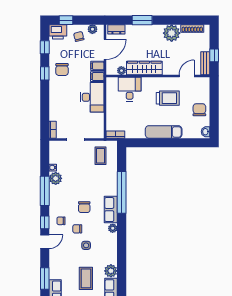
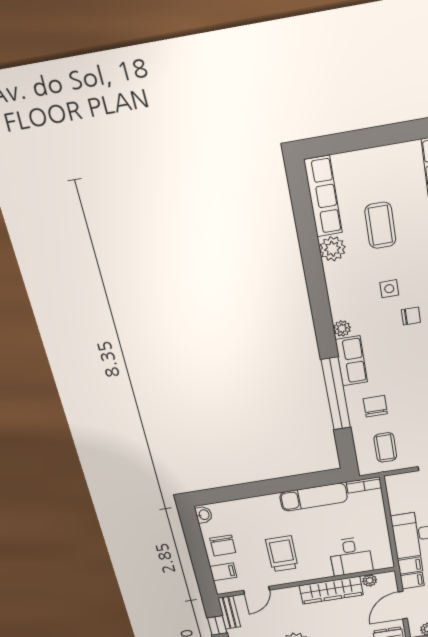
filing cabinet: (203, 92) -> (223, 572), added
trolley: (168, 98) -> (282, 554), turned 90
exam couch: (164, 132) -> (314, 497), moved
chair: (84, 207) -> (375, 406), moved

